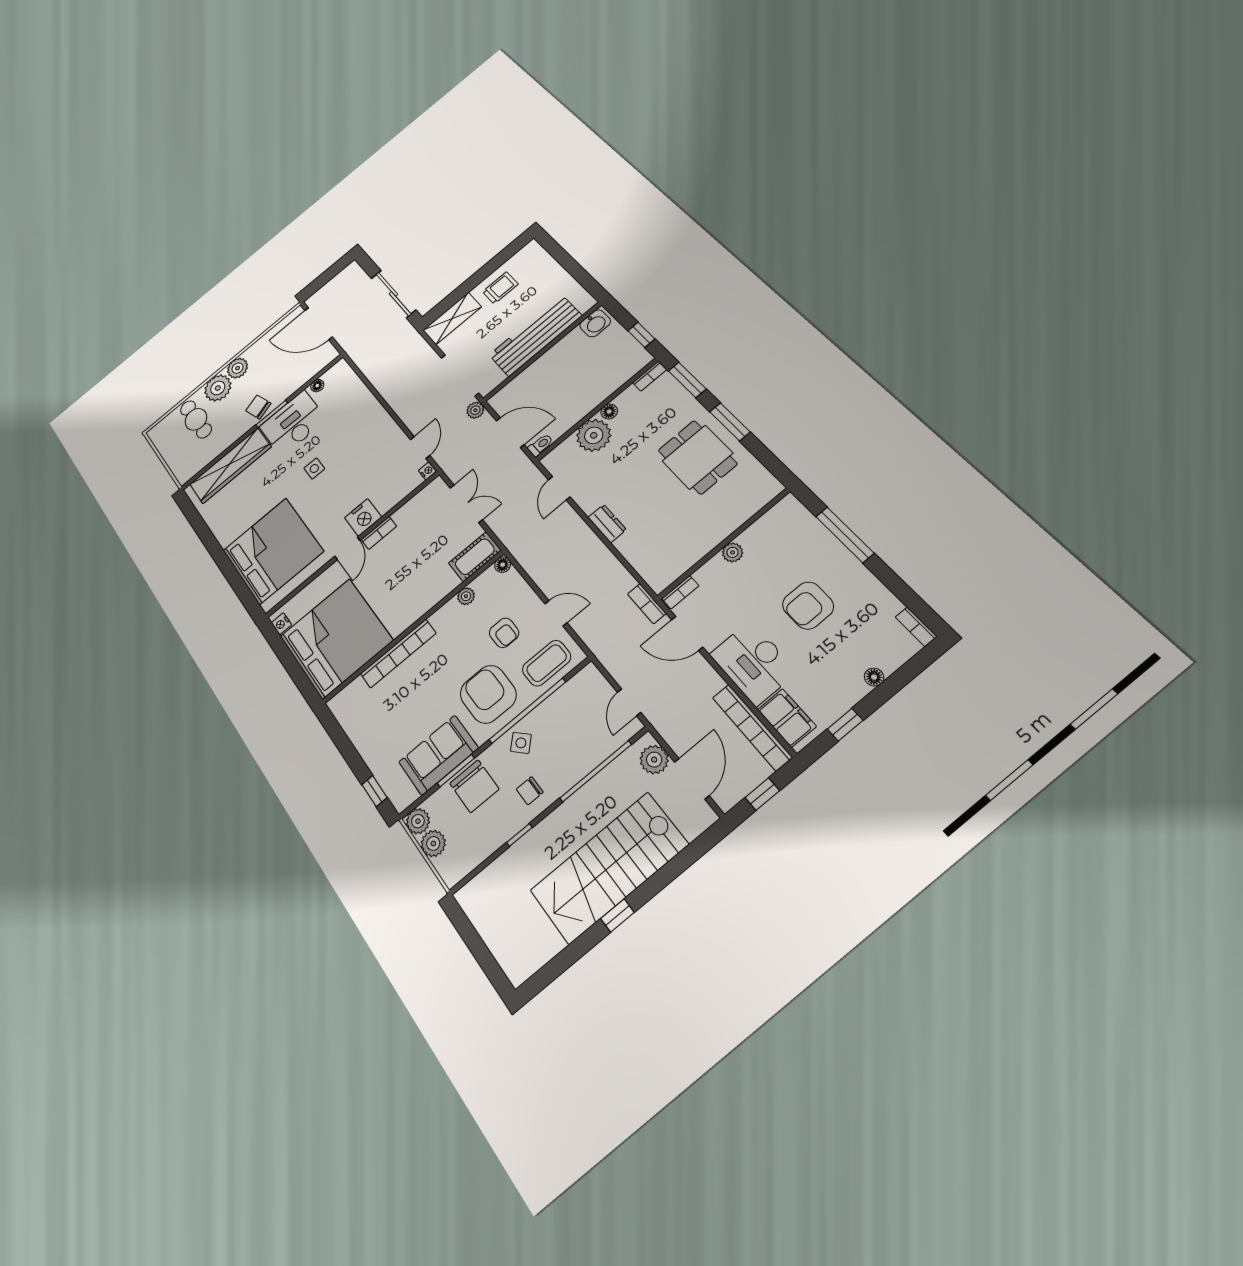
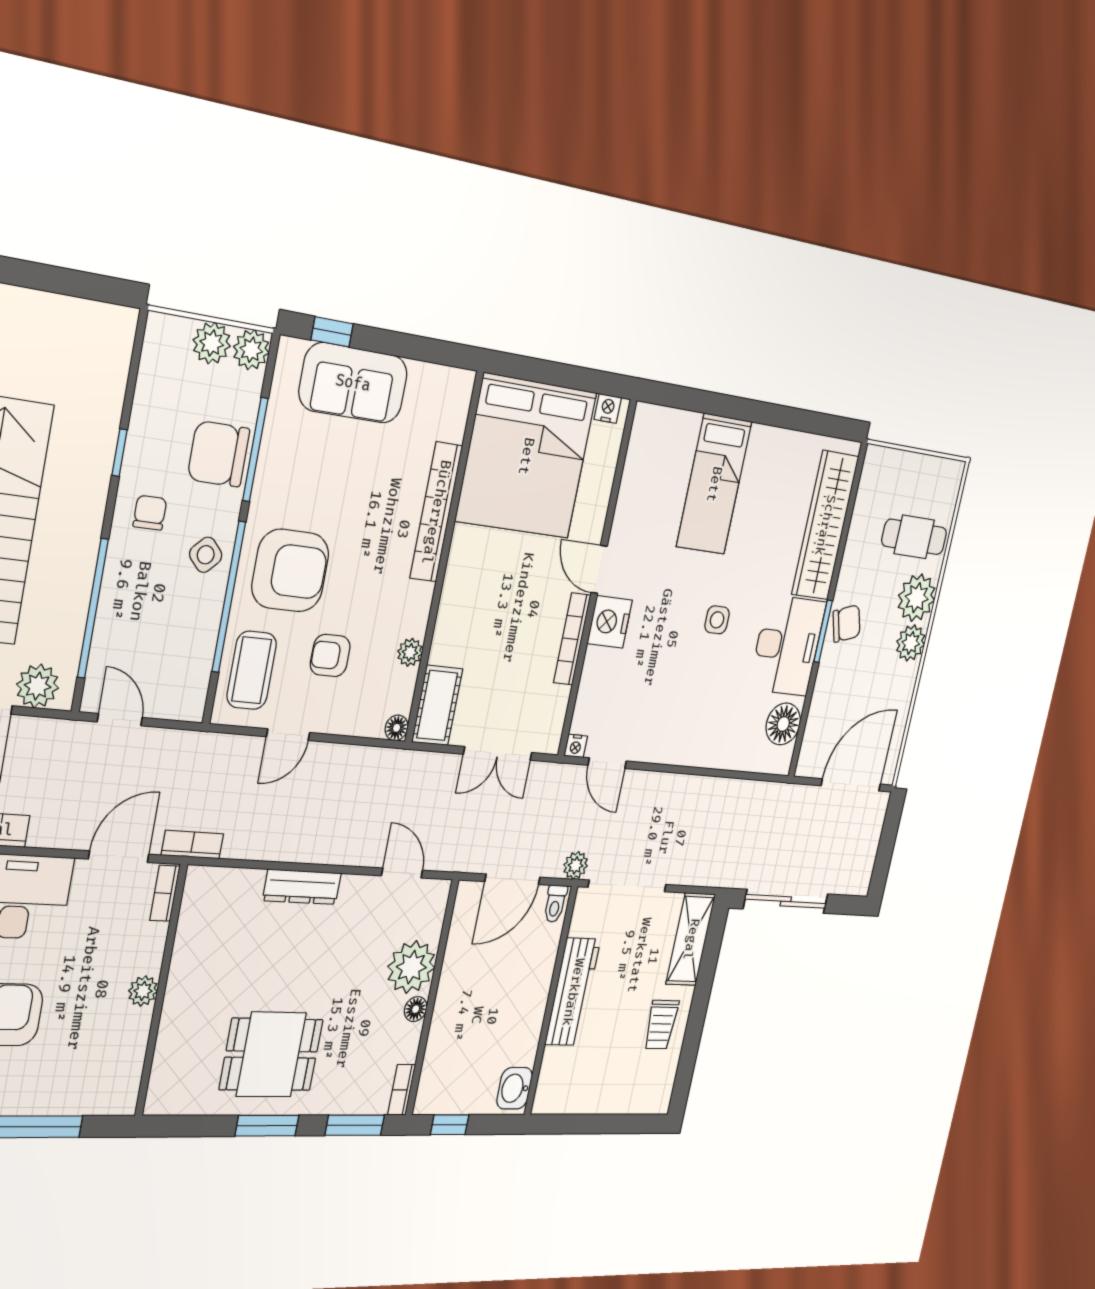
workbench: (535, 335) -> (573, 992), width x0.73, depth x0.76
floor lamp: (317, 386) -> (783, 724), width x1.89, depth x1.89
toilet: (540, 445) -> (555, 904), moved
dresser: (607, 523) -> (302, 887), width x1.44
bookcase: (379, 533) -> (572, 639), width x1.56
bed: (273, 551) -> (714, 484), width x0.49
sofa: (438, 755) -> (353, 383), moved, turned 90
window: (456, 771) -> (255, 450), width x1.44

